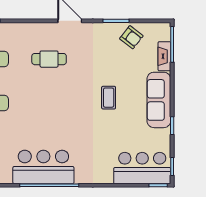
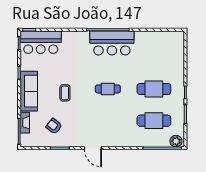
armchair: (131, 37) -> (54, 126), moved
cafe table: (49, 59) -> (108, 89), moved

